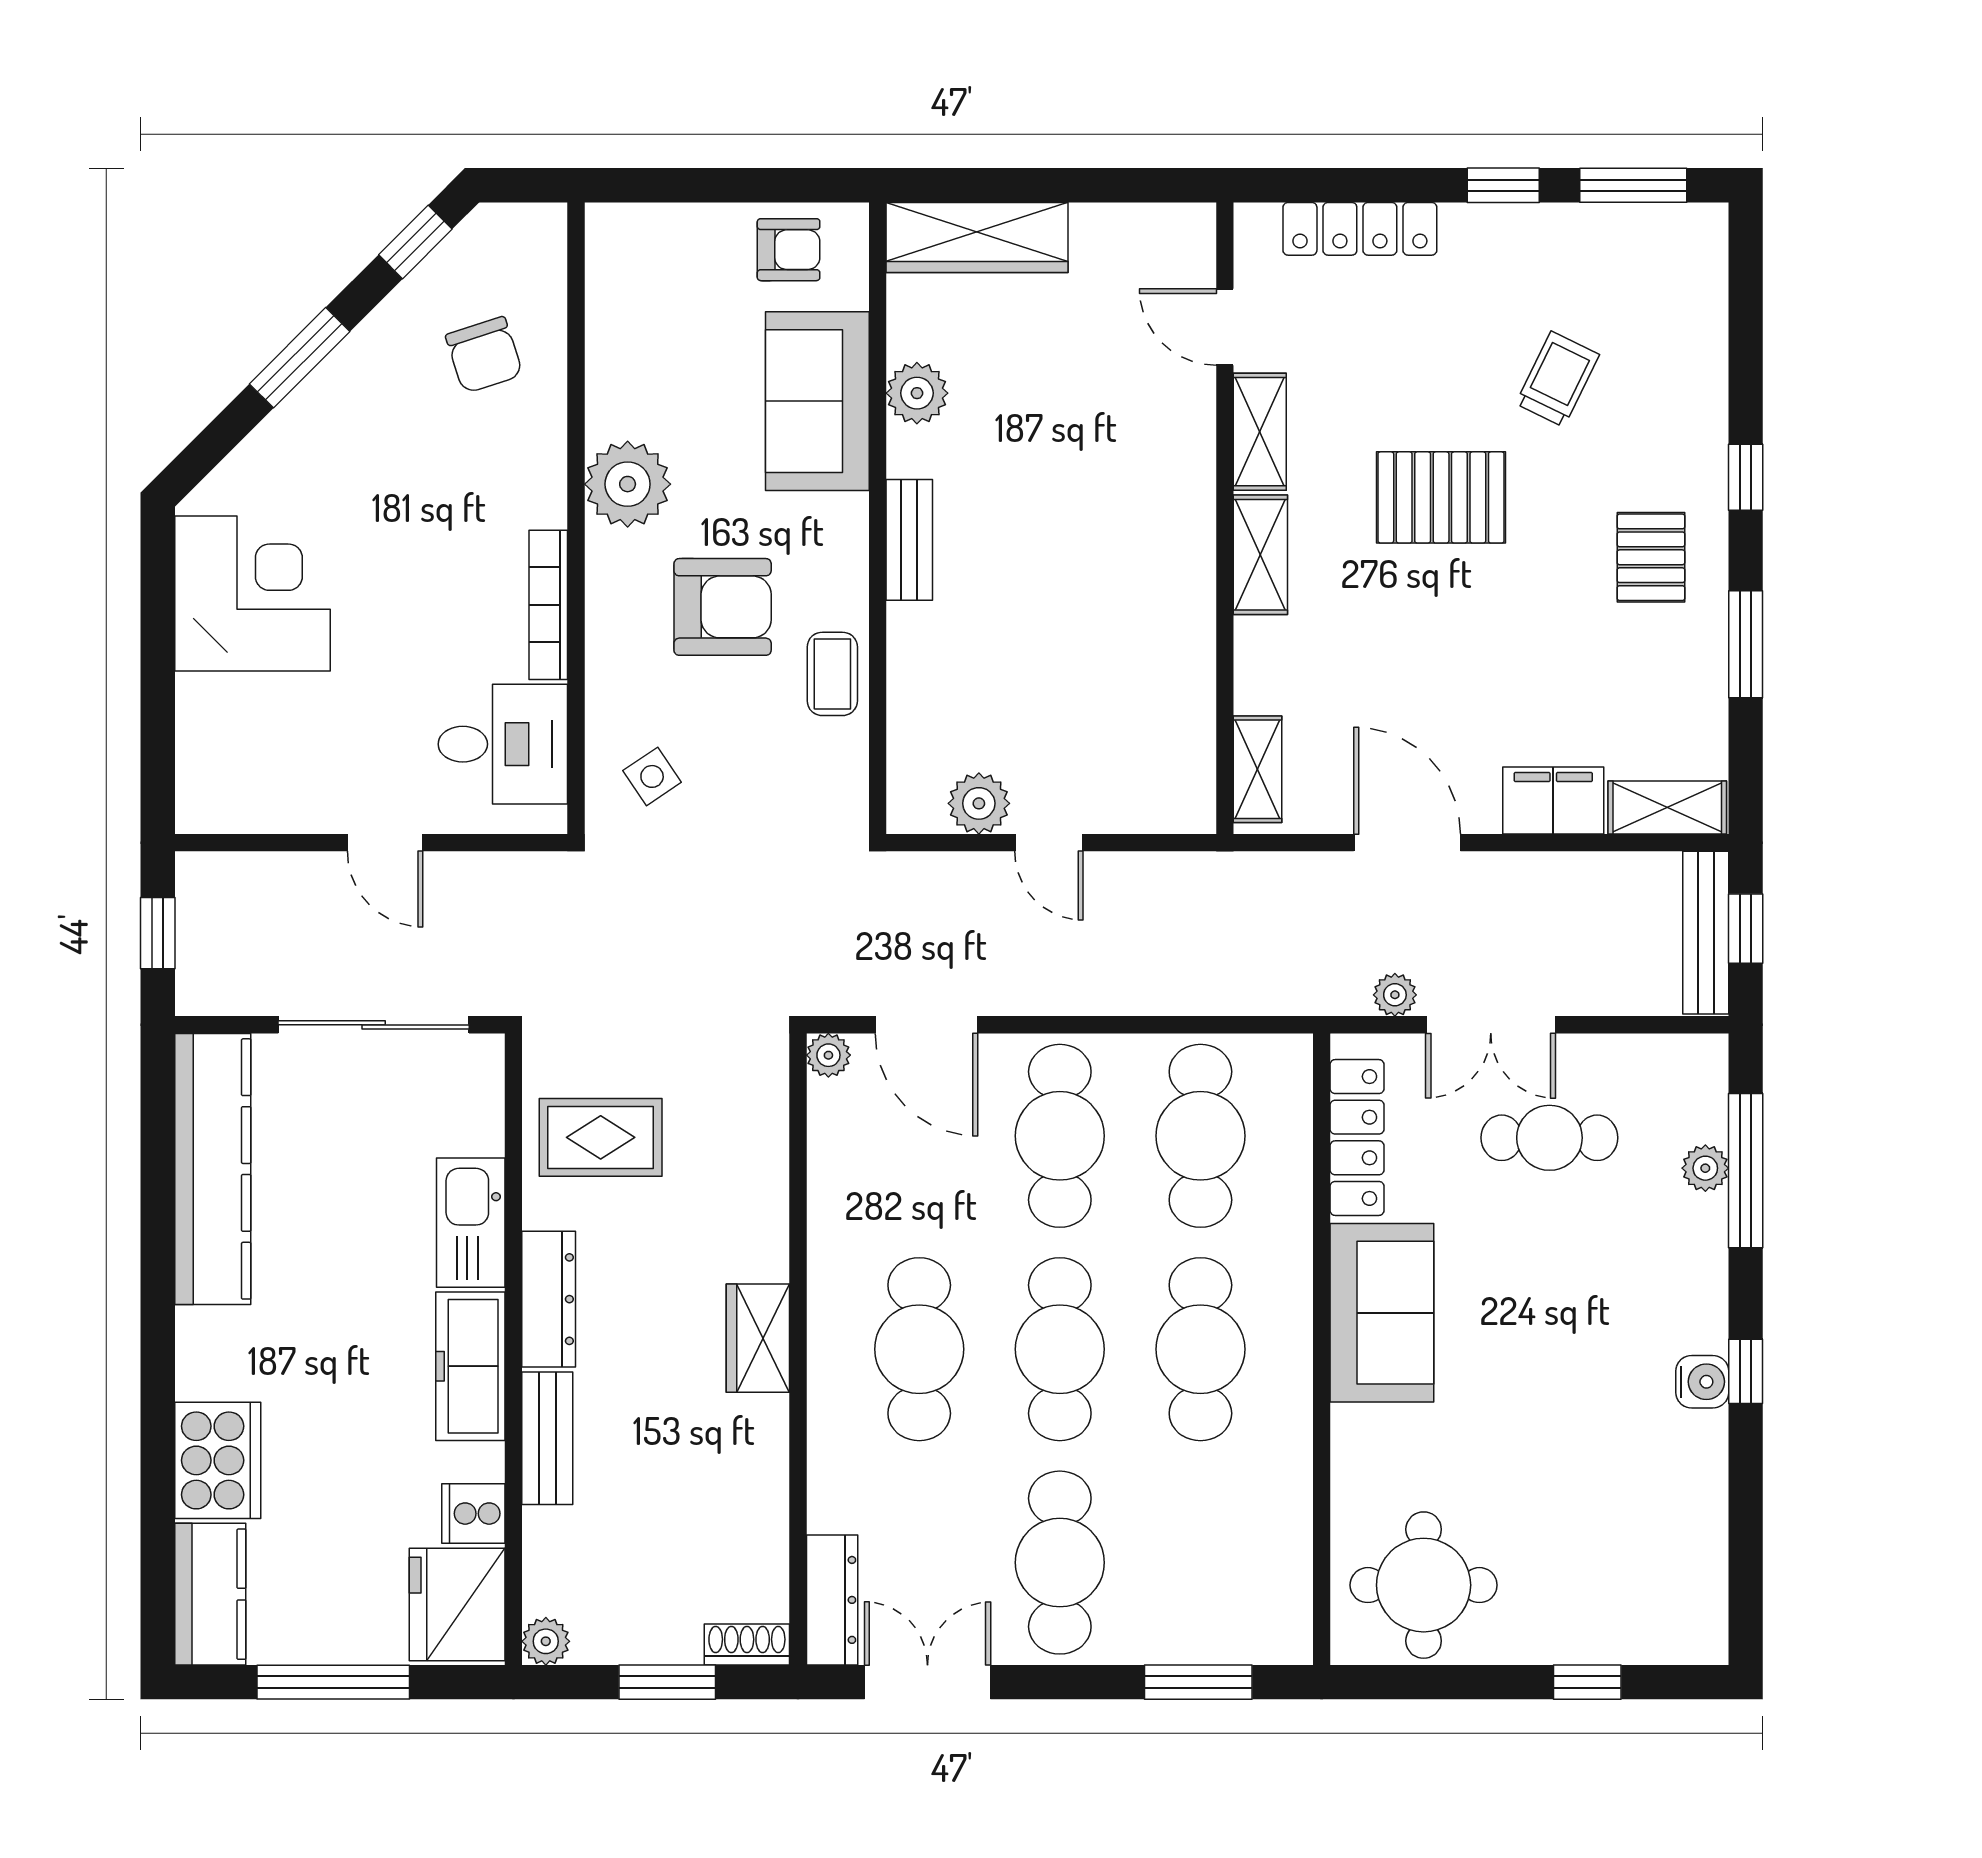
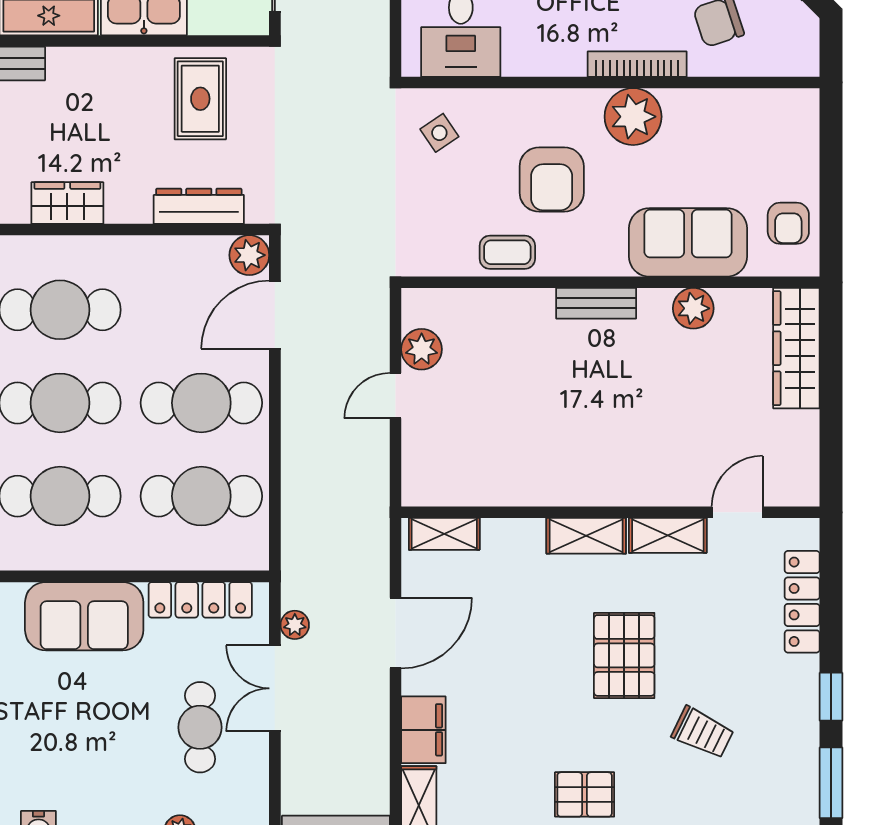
bookcase: (548, 605) -> (637, 64), moved
plant: (828, 1055) -> (249, 255), width x1.38, depth x1.38
dresser: (549, 1299) -> (199, 206), moved, turned 180

